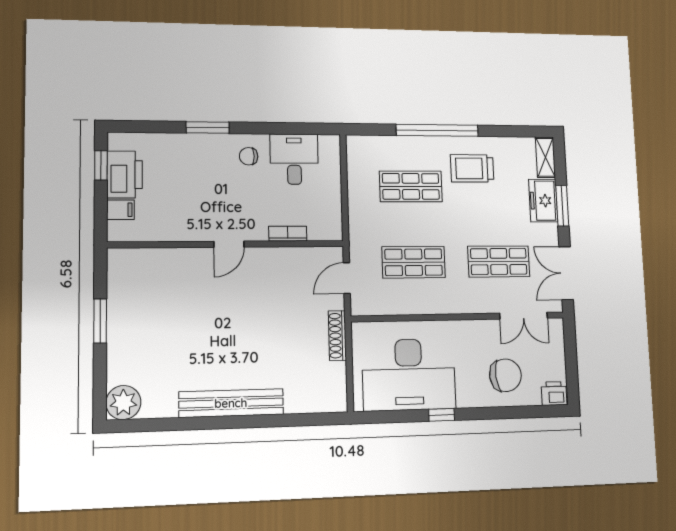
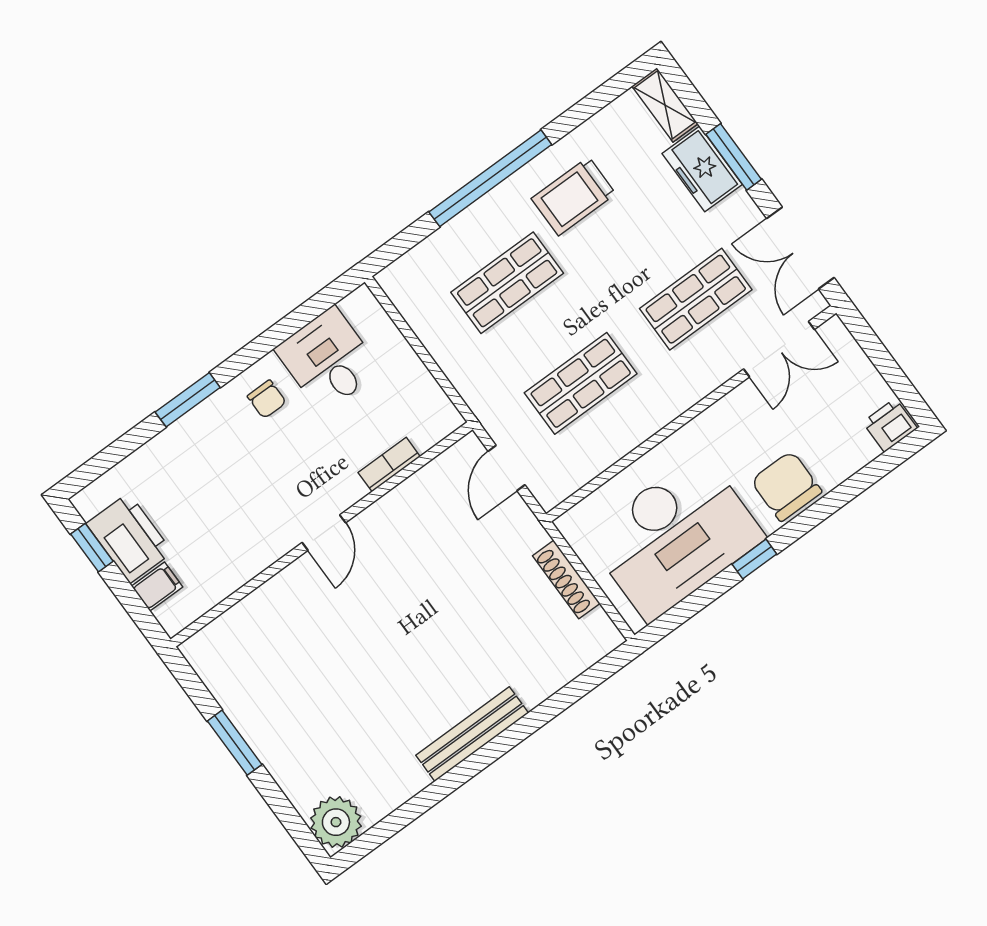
chair: (249, 156) -> (267, 399), turned -90
shoe rack: (337, 336) -> (566, 580), moved
chair: (505, 375) -> (786, 486), moved, turned -84
bench: (231, 403) -> (472, 734), width x0.73, depth x0.82

